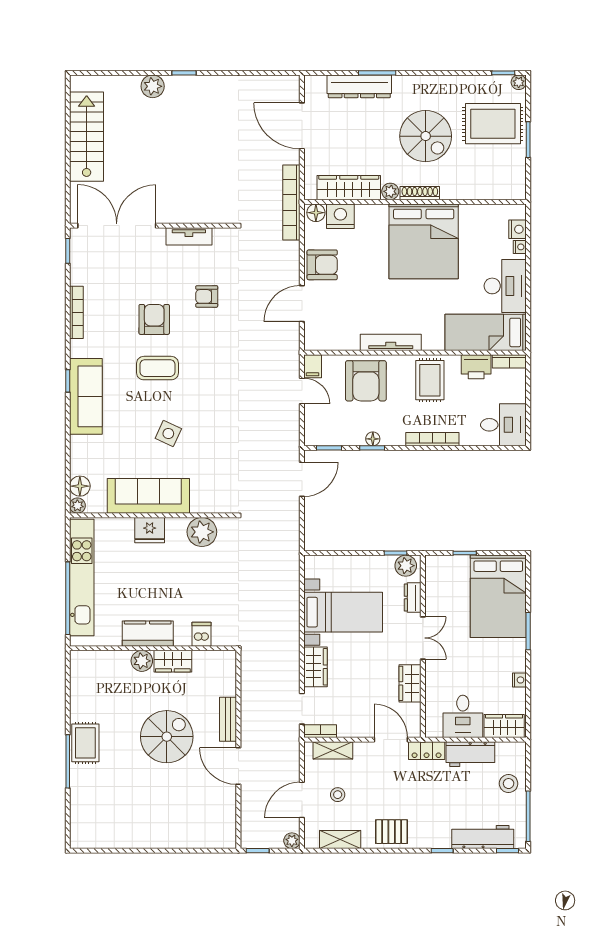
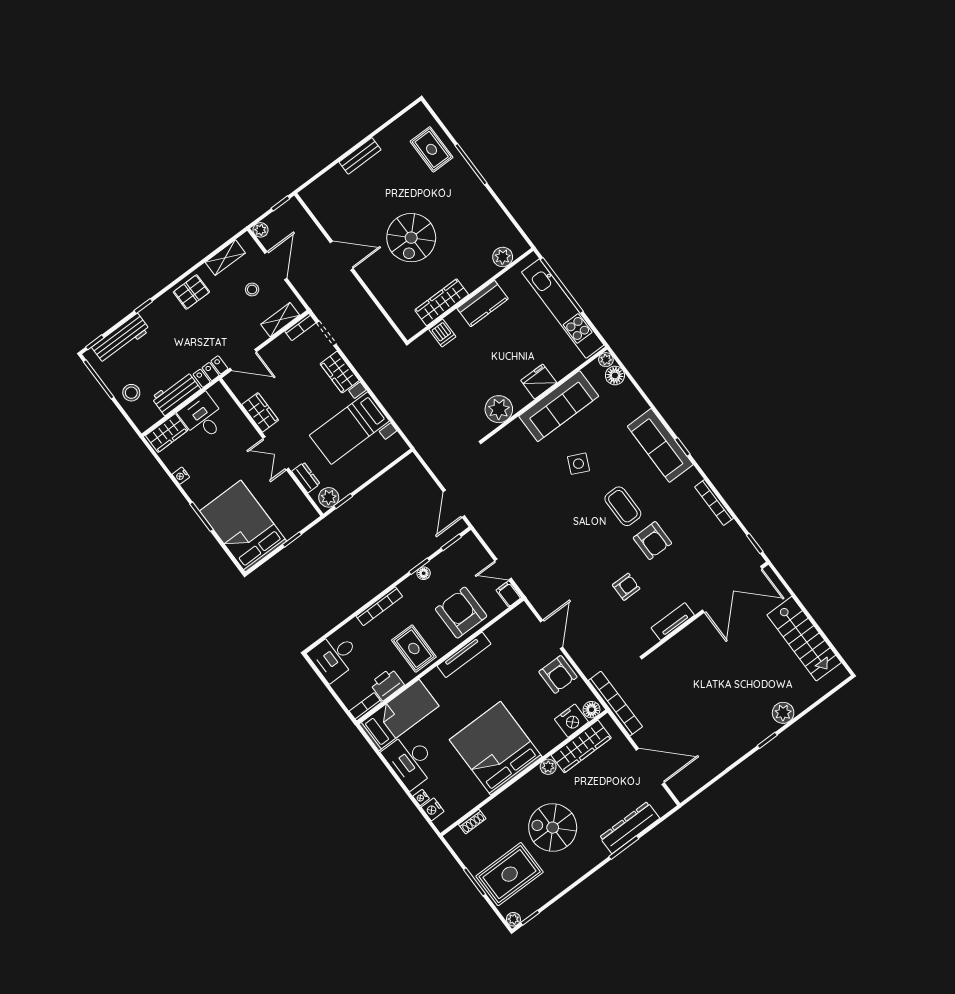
shoe rack: (420, 193) -> (472, 822), moved, width x0.70
armchair: (322, 265) -> (558, 674), turned -90
coffee table: (157, 368) -> (623, 506), turned 90
plant: (142, 661) -> (503, 257), moved
wardrobe: (173, 661) -> (442, 302), width x1.50
bench: (228, 719) -> (360, 156), moved, turned 90
rug: (85, 743) -> (432, 149), moved

